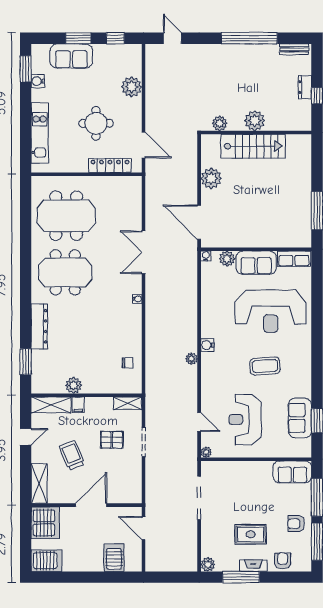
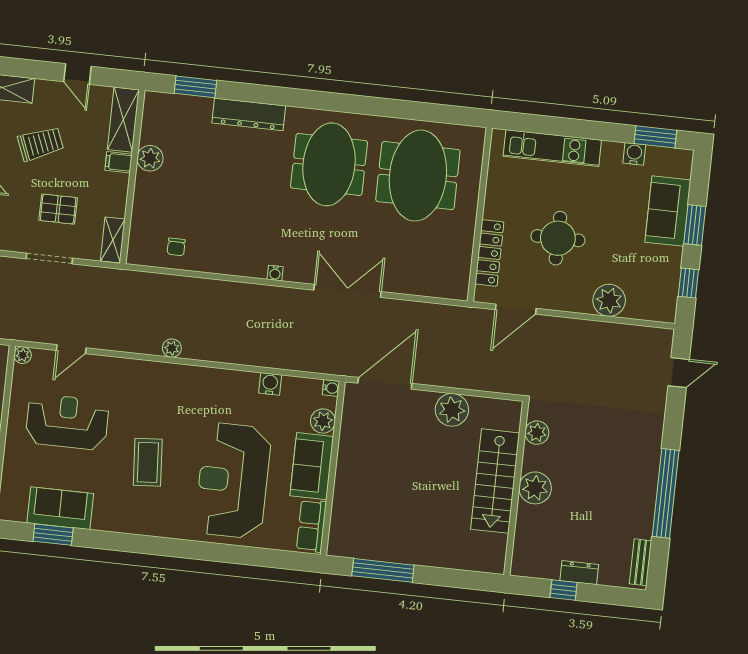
water cooler: (207, 345) -> (270, 384), moved
pallet: (112, 440) -> (58, 209), turned 90

